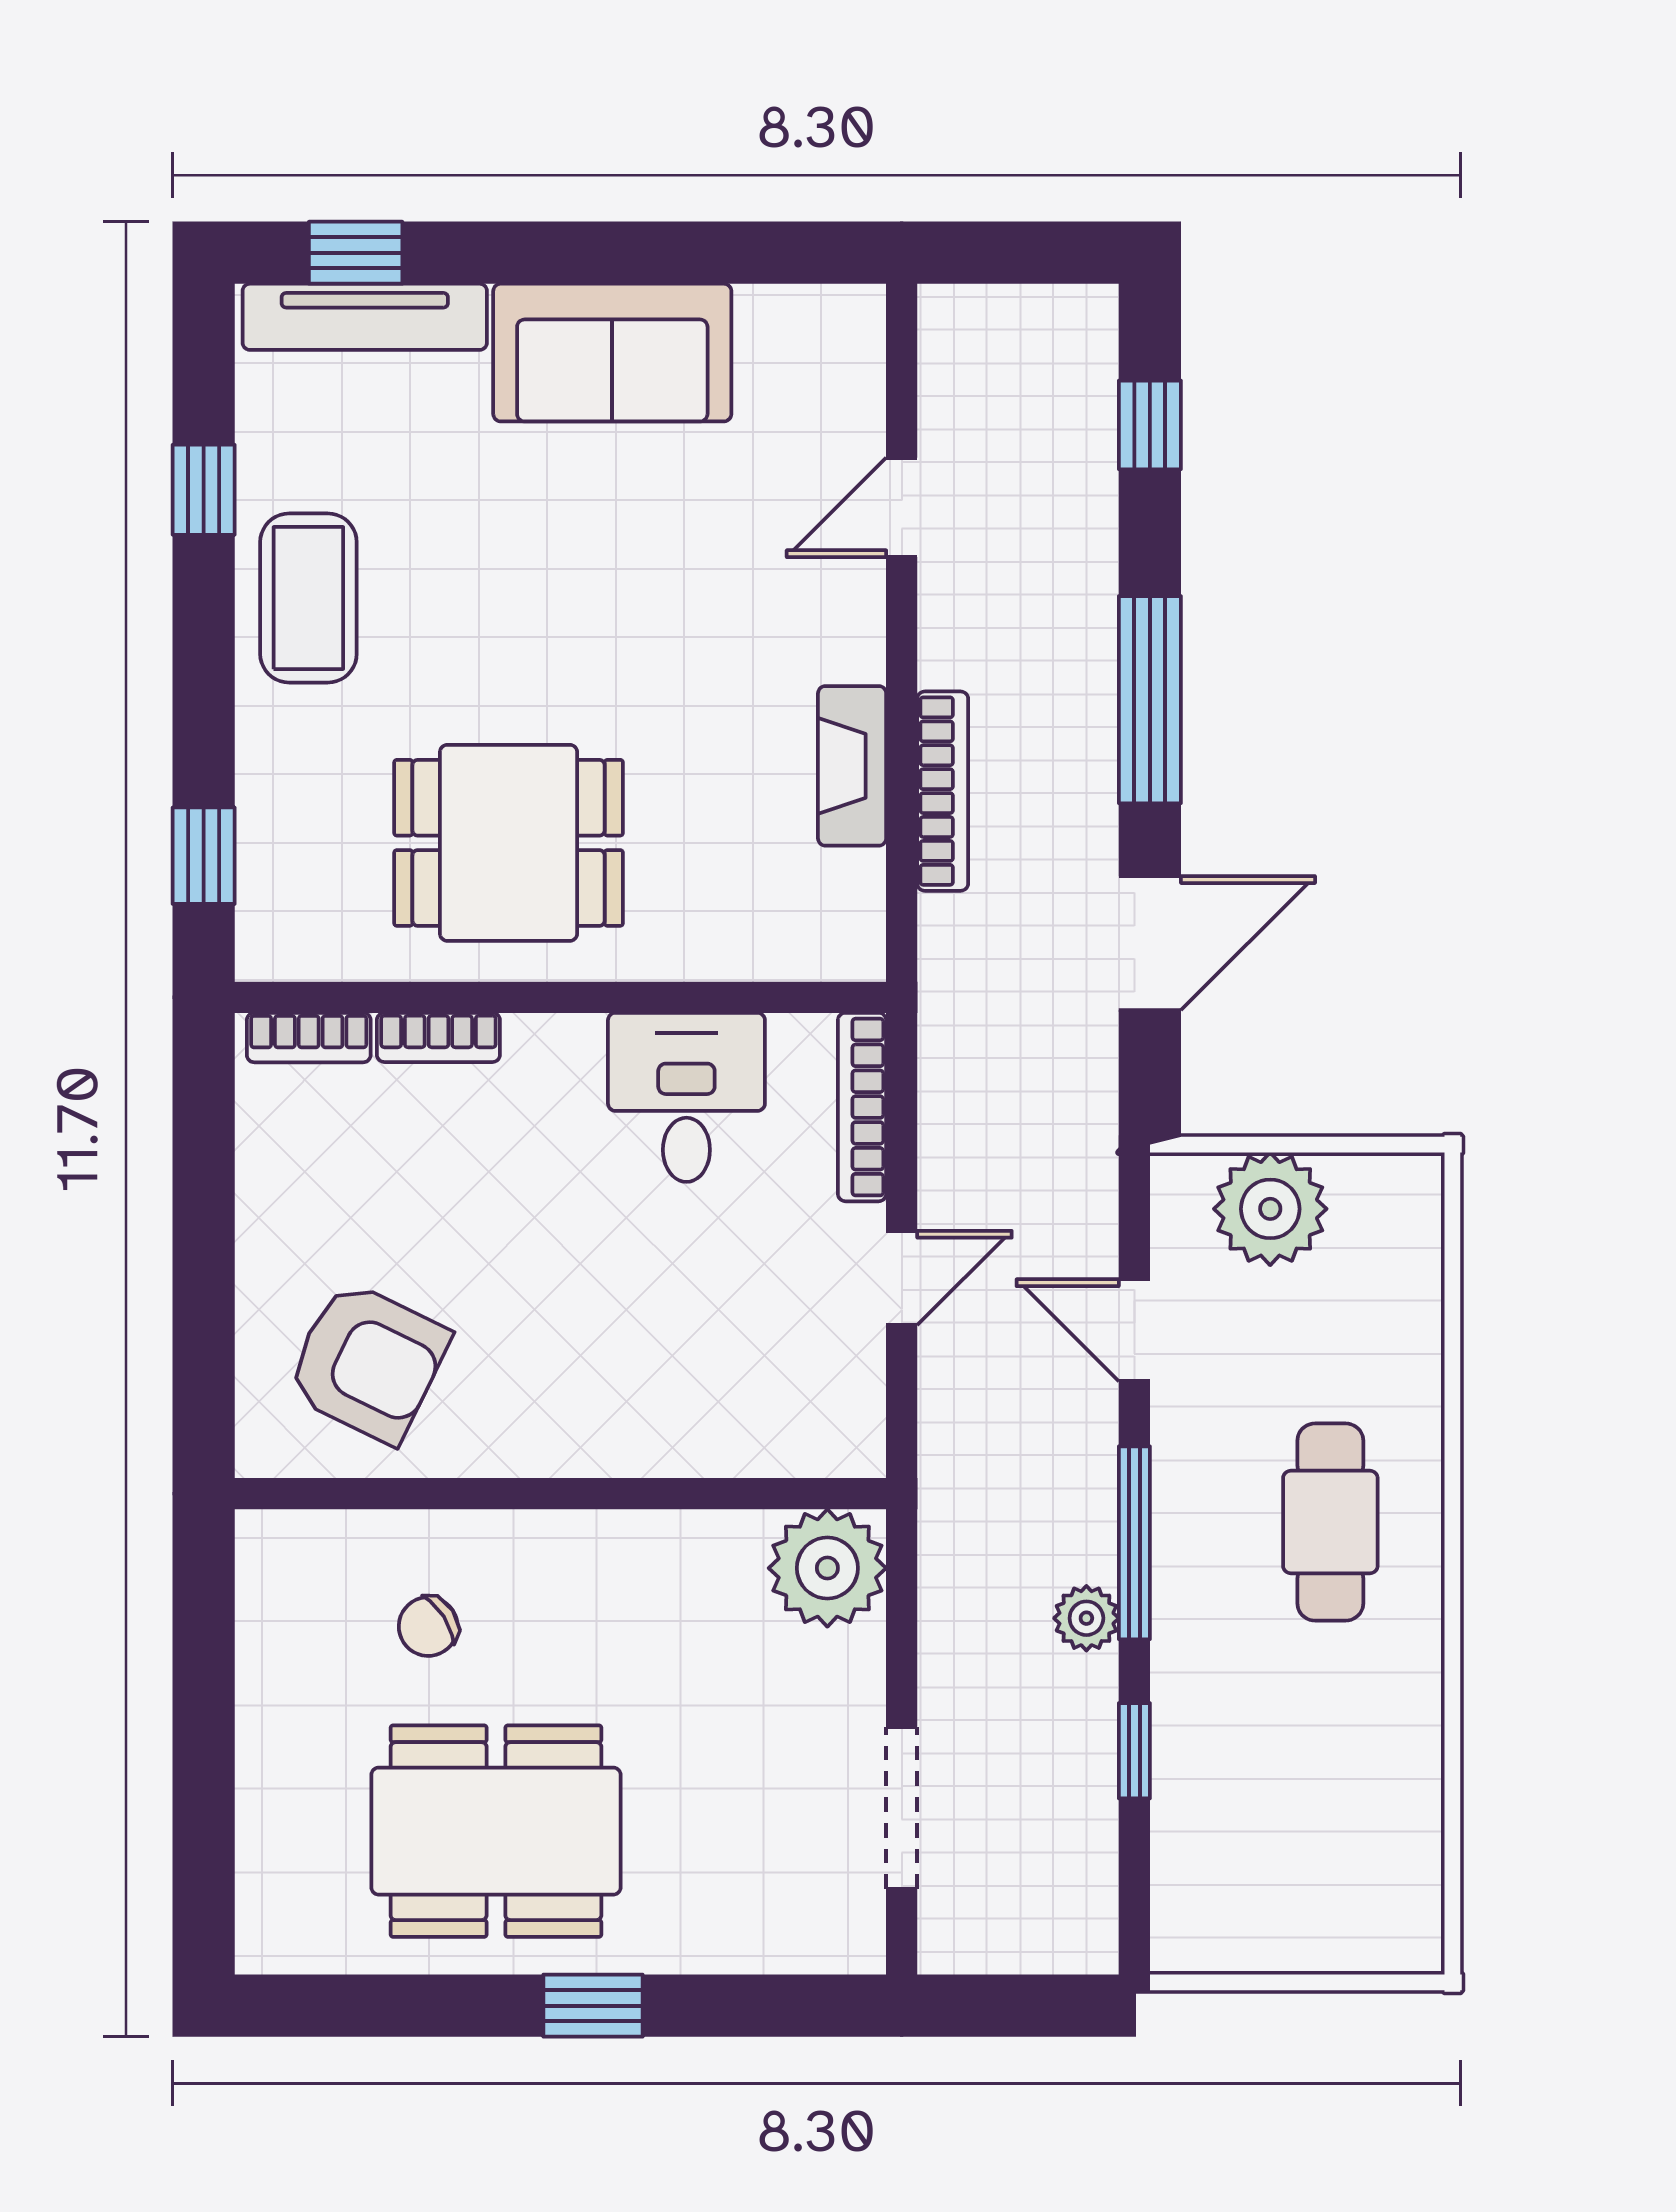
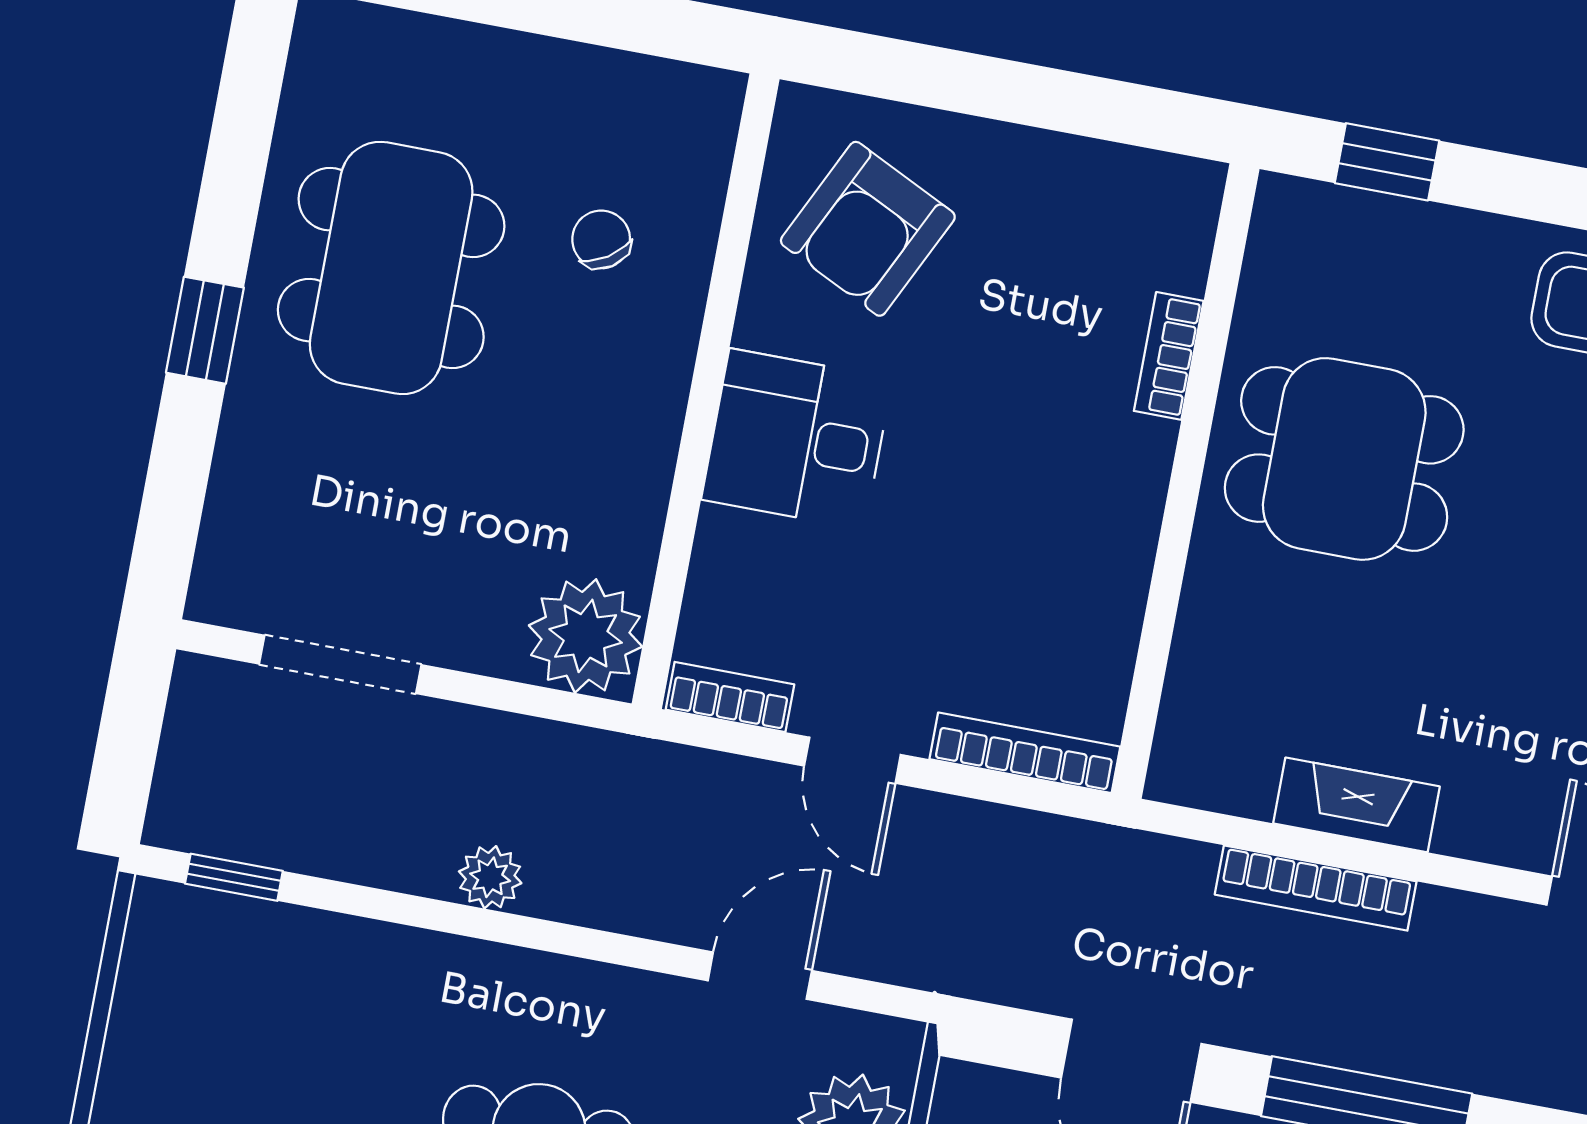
dining table: (509, 843) -> (1344, 459), turned 90
bookcase: (309, 1038) -> (730, 697), moved, turned 90
desk: (686, 1097) -> (797, 439), moved, turned 180
window: (1134, 1543) -> (554, 937), removed
window: (1134, 1751) -> (234, 877), moved

